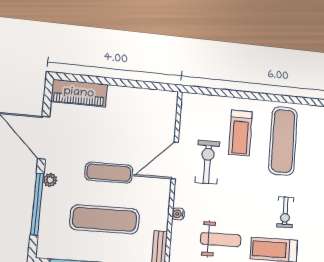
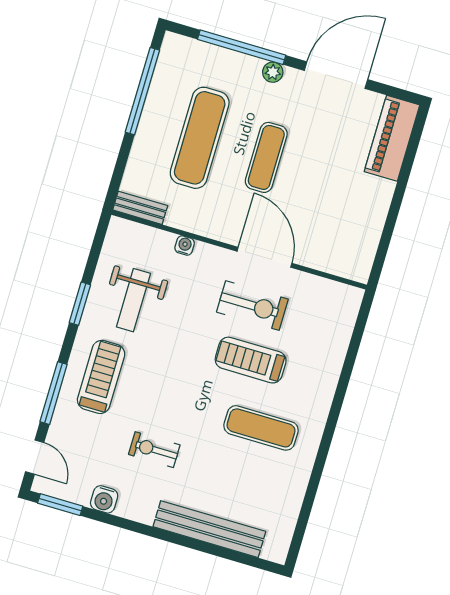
treadmill: (240, 133) -> (251, 360), moved
exercise mat: (283, 141) -> (261, 428), width x0.73, depth x0.69
exercise bike: (285, 212) -> (154, 450), moved

